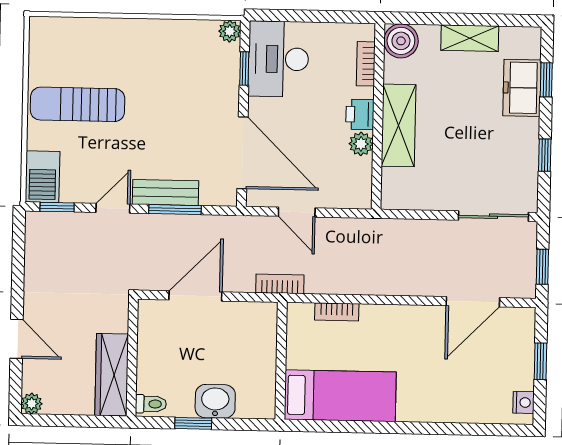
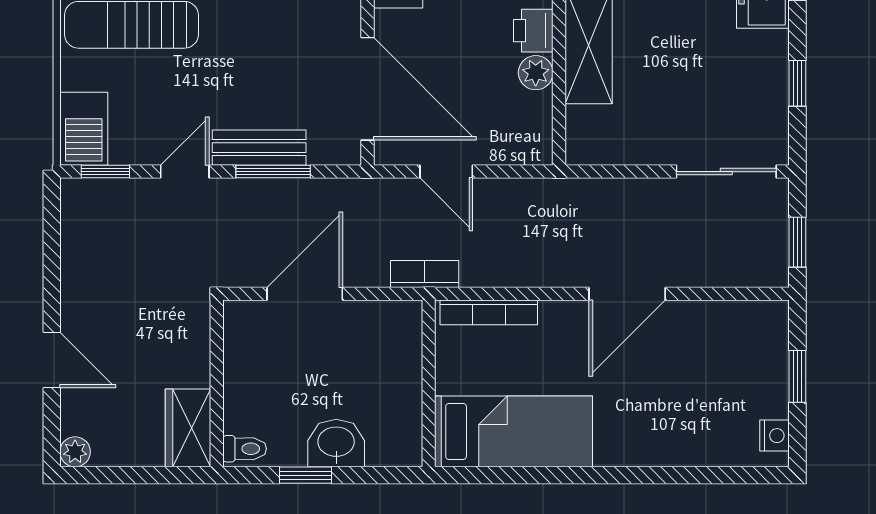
door: (473, 302) -> (627, 294), moved
bookcase: (337, 312) -> (489, 312), width x1.56
wardrobe: (112, 375) -> (188, 428), width x0.67

